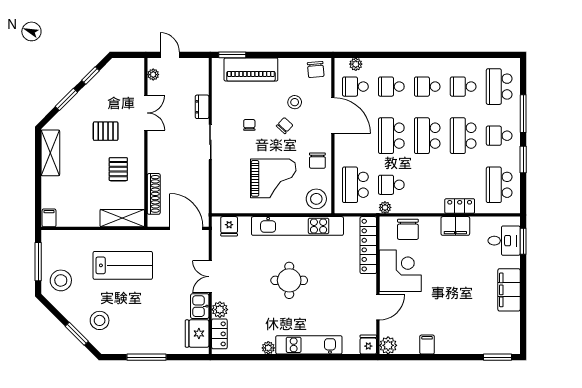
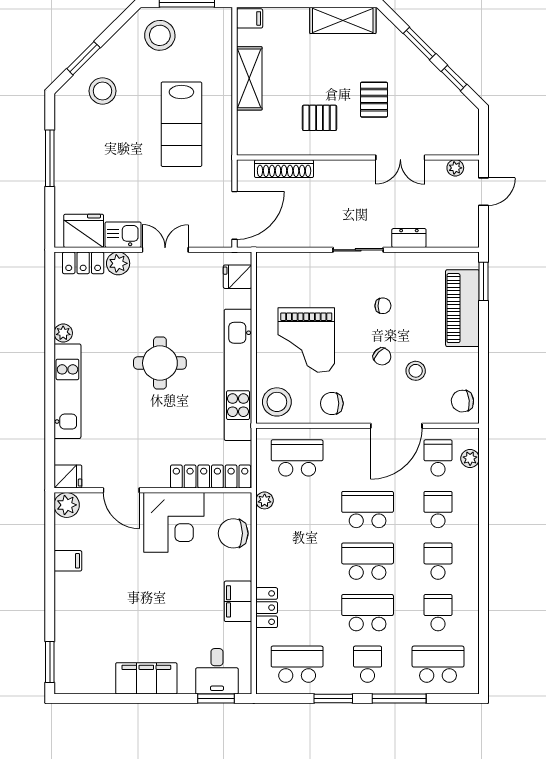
school desk: (391, 185) -> (297, 510), removed
shelving: (122, 218) -> (249, 78), moved

